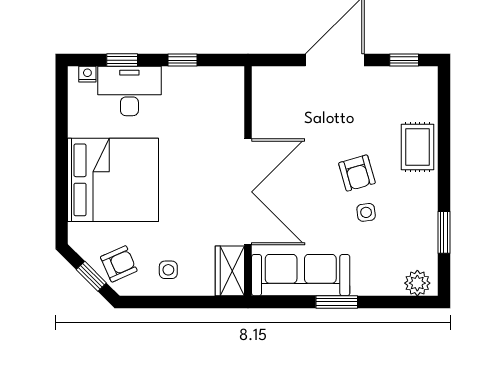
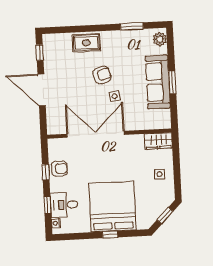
desk: (129, 91) -> (64, 205), width x0.73
window: (62, 173) -> (110, 234), added
double door: (248, 192) -> (95, 134), moved
side table: (366, 212) -> (115, 96), moved
armchair: (119, 264) -> (59, 169), moved, turned 114
sofa: (301, 275) -> (158, 82), moved

